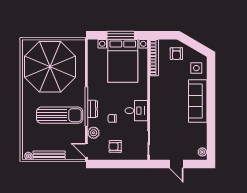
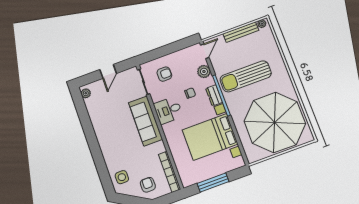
bed with nightstands: (123, 61) -> (210, 137), moved, turned -90
sofa: (198, 101) -> (146, 121), moved, turned 180
armchair: (115, 146) -> (164, 74), moved
door: (86, 150) -> (205, 51), hinge flipped
door: (176, 164) -> (108, 71), swing flipped

